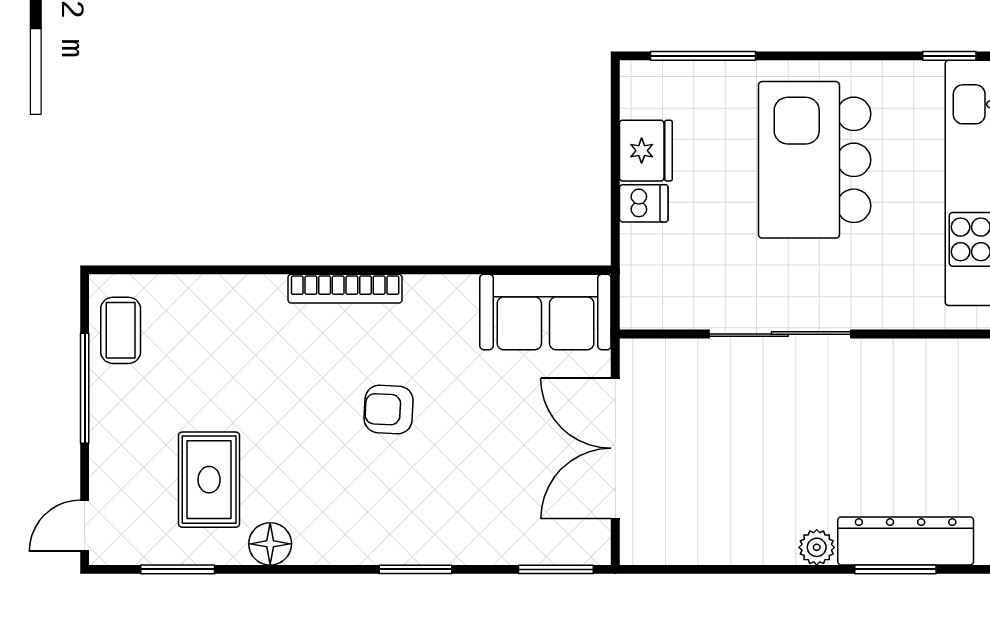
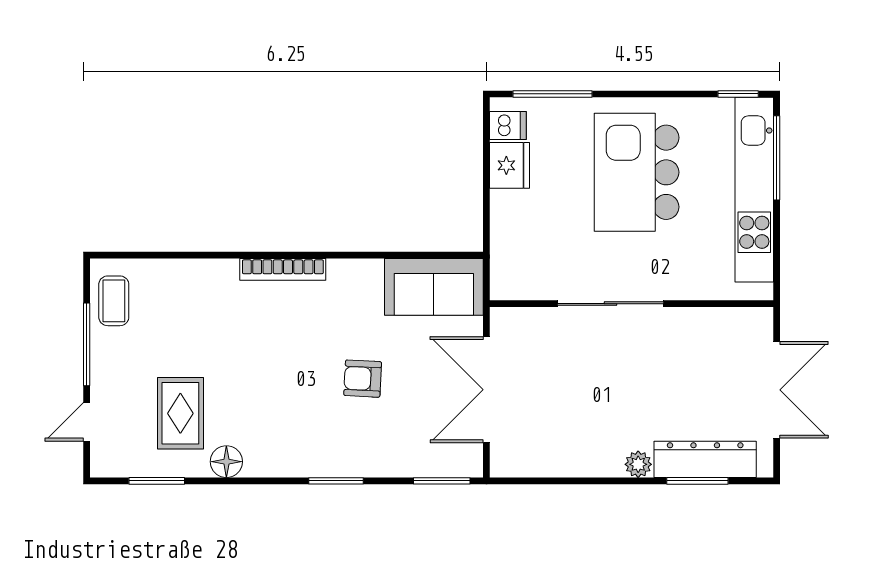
dishwasher: (644, 203) -> (508, 126), moved
armchair: (389, 409) -> (363, 379), moved
door: (85, 526) -> (87, 422), moved

